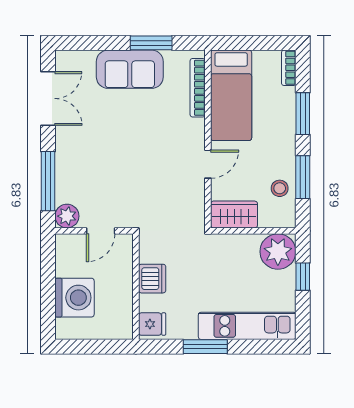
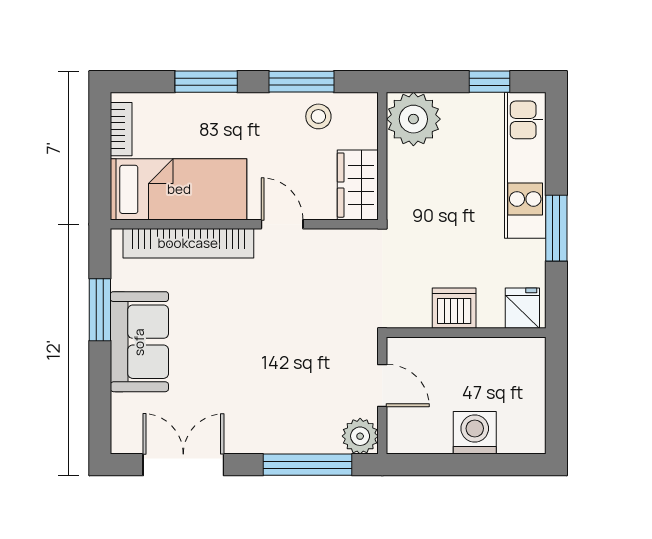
bookcase: (289, 68) -> (121, 129), moved, turned -90
bookcase: (198, 88) -> (188, 243), width x1.48, depth x1.31
window: (303, 277) -> (490, 82), moved
washing machine: (74, 298) -> (475, 433), width x0.73, depth x0.73

